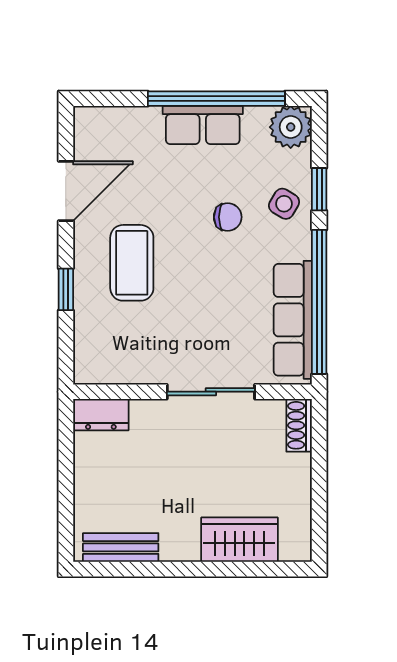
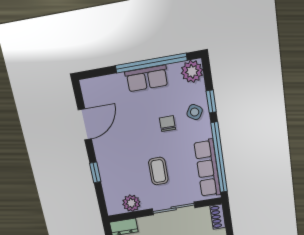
chair: (228, 217) -> (167, 124), turned -90
coffee table: (132, 263) -> (158, 171), moved, width x0.73, depth x0.77
plant: (126, 366) -> (131, 203), added

